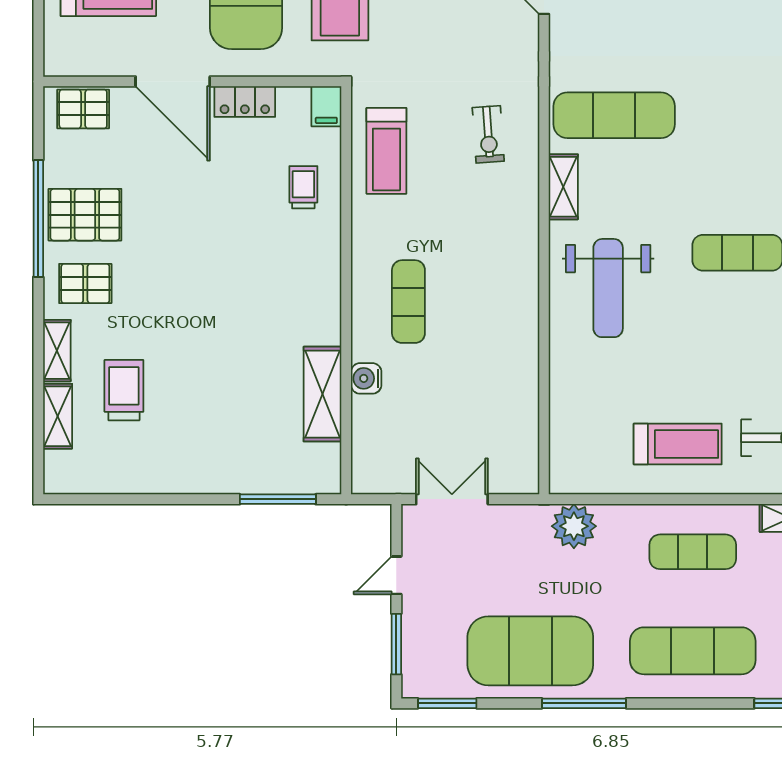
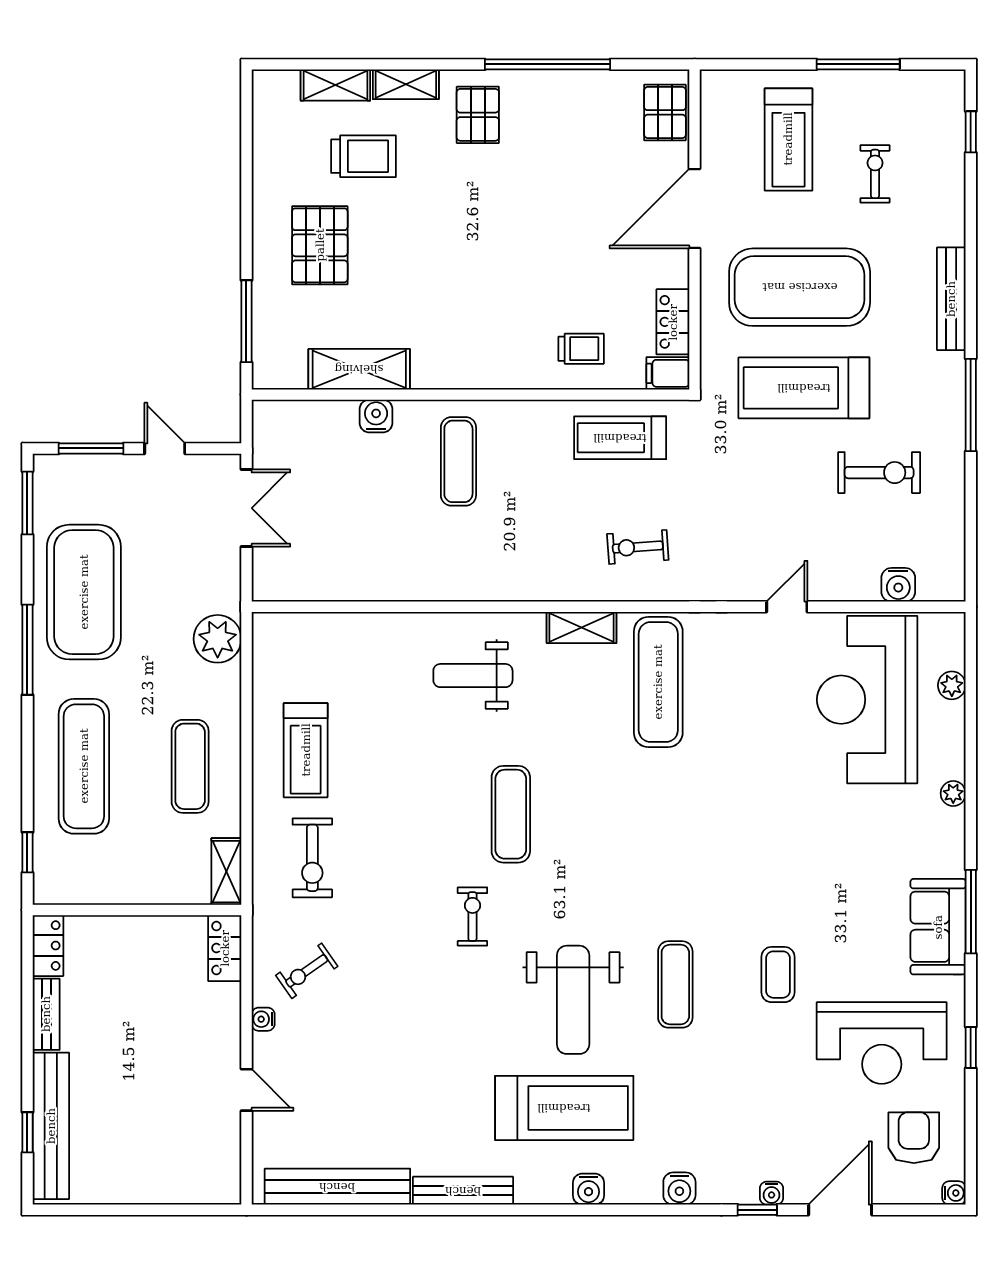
locker: (245, 102) -> (673, 322), moved
pallet: (85, 215) -> (320, 245), moved
weight bench: (608, 288) -> (473, 676), width x0.73, depth x0.75
exercise mat: (408, 302) -> (458, 461), turned 90

